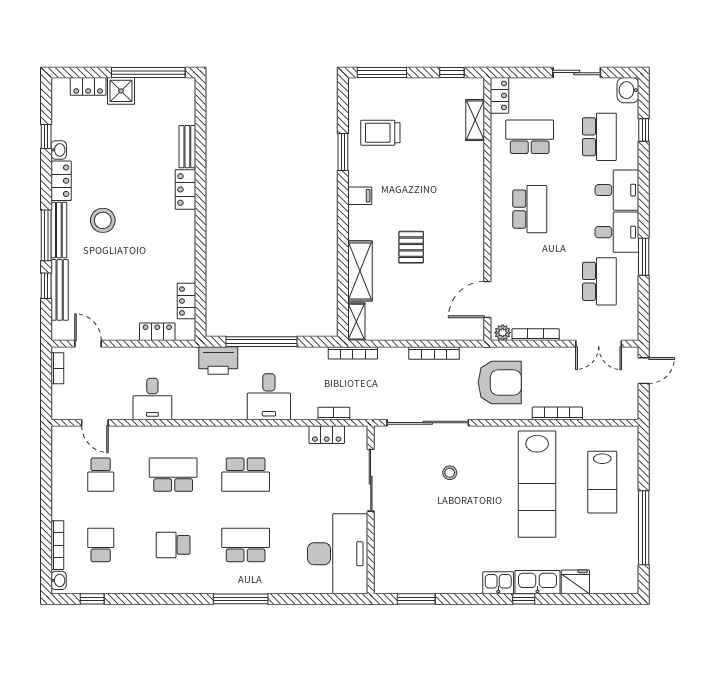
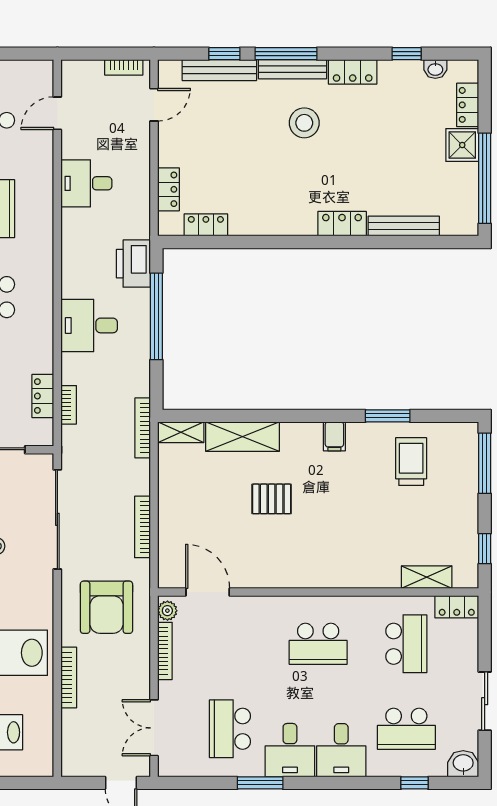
bench: (187, 147) -> (404, 226), width x1.36
washbasin: (59, 150) -> (435, 69), moved
school desk: (599, 281) -> (230, 729), turned 90

